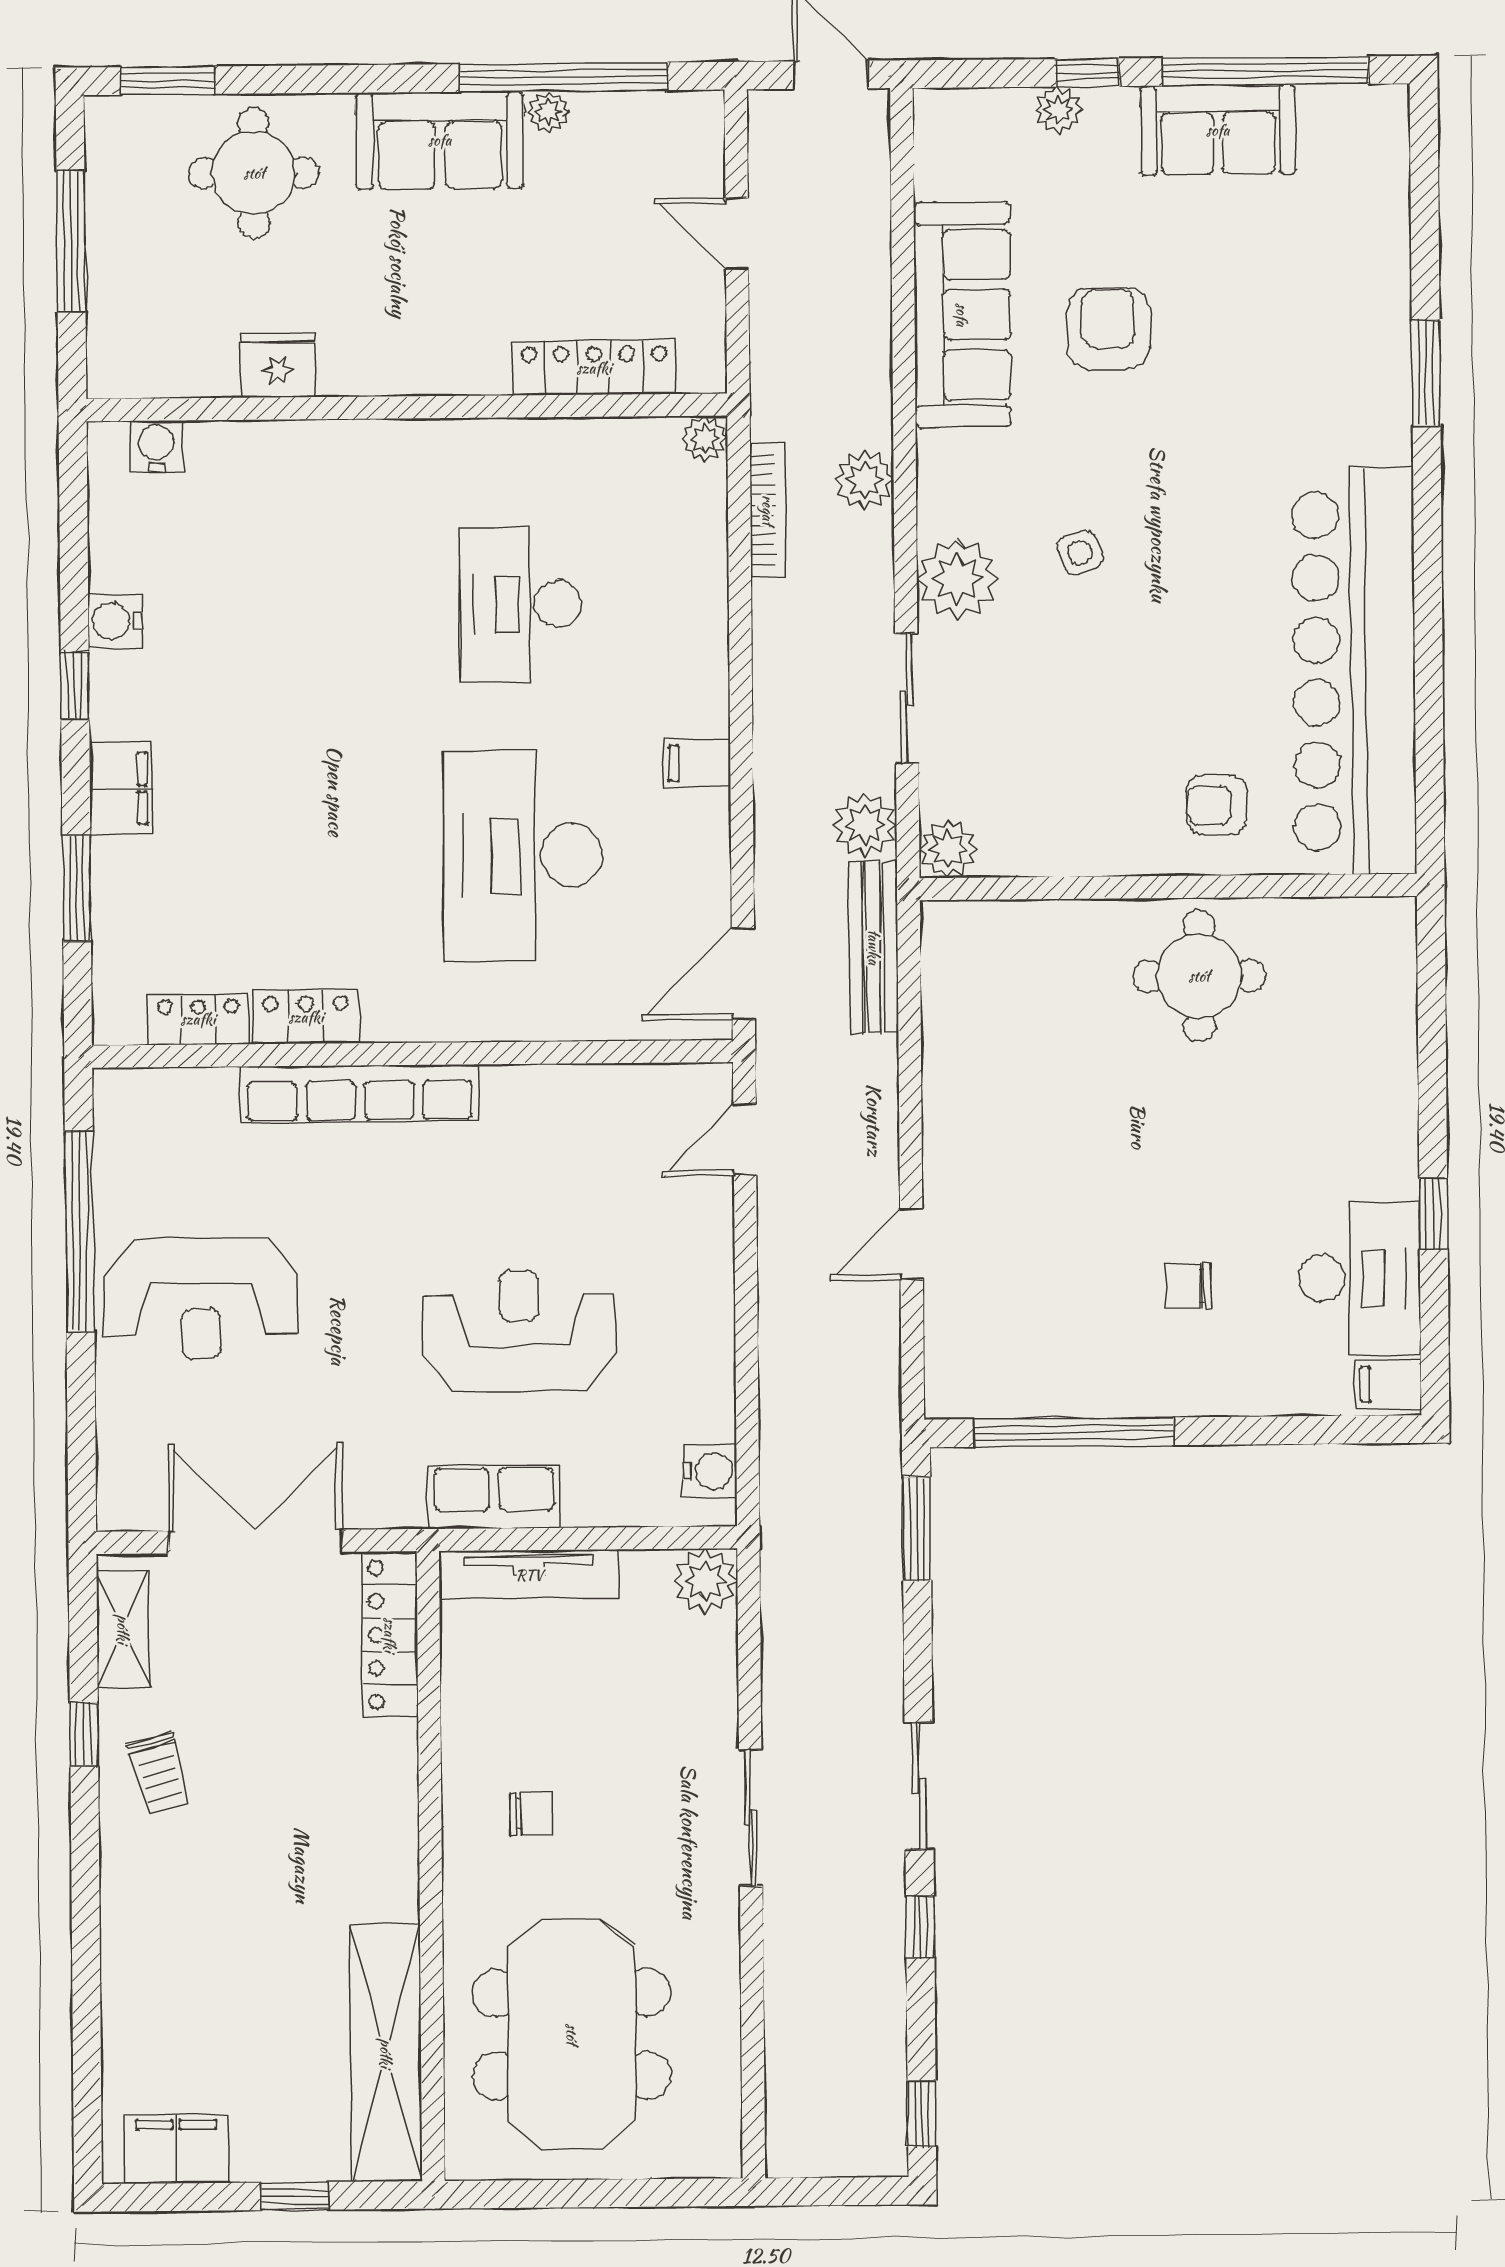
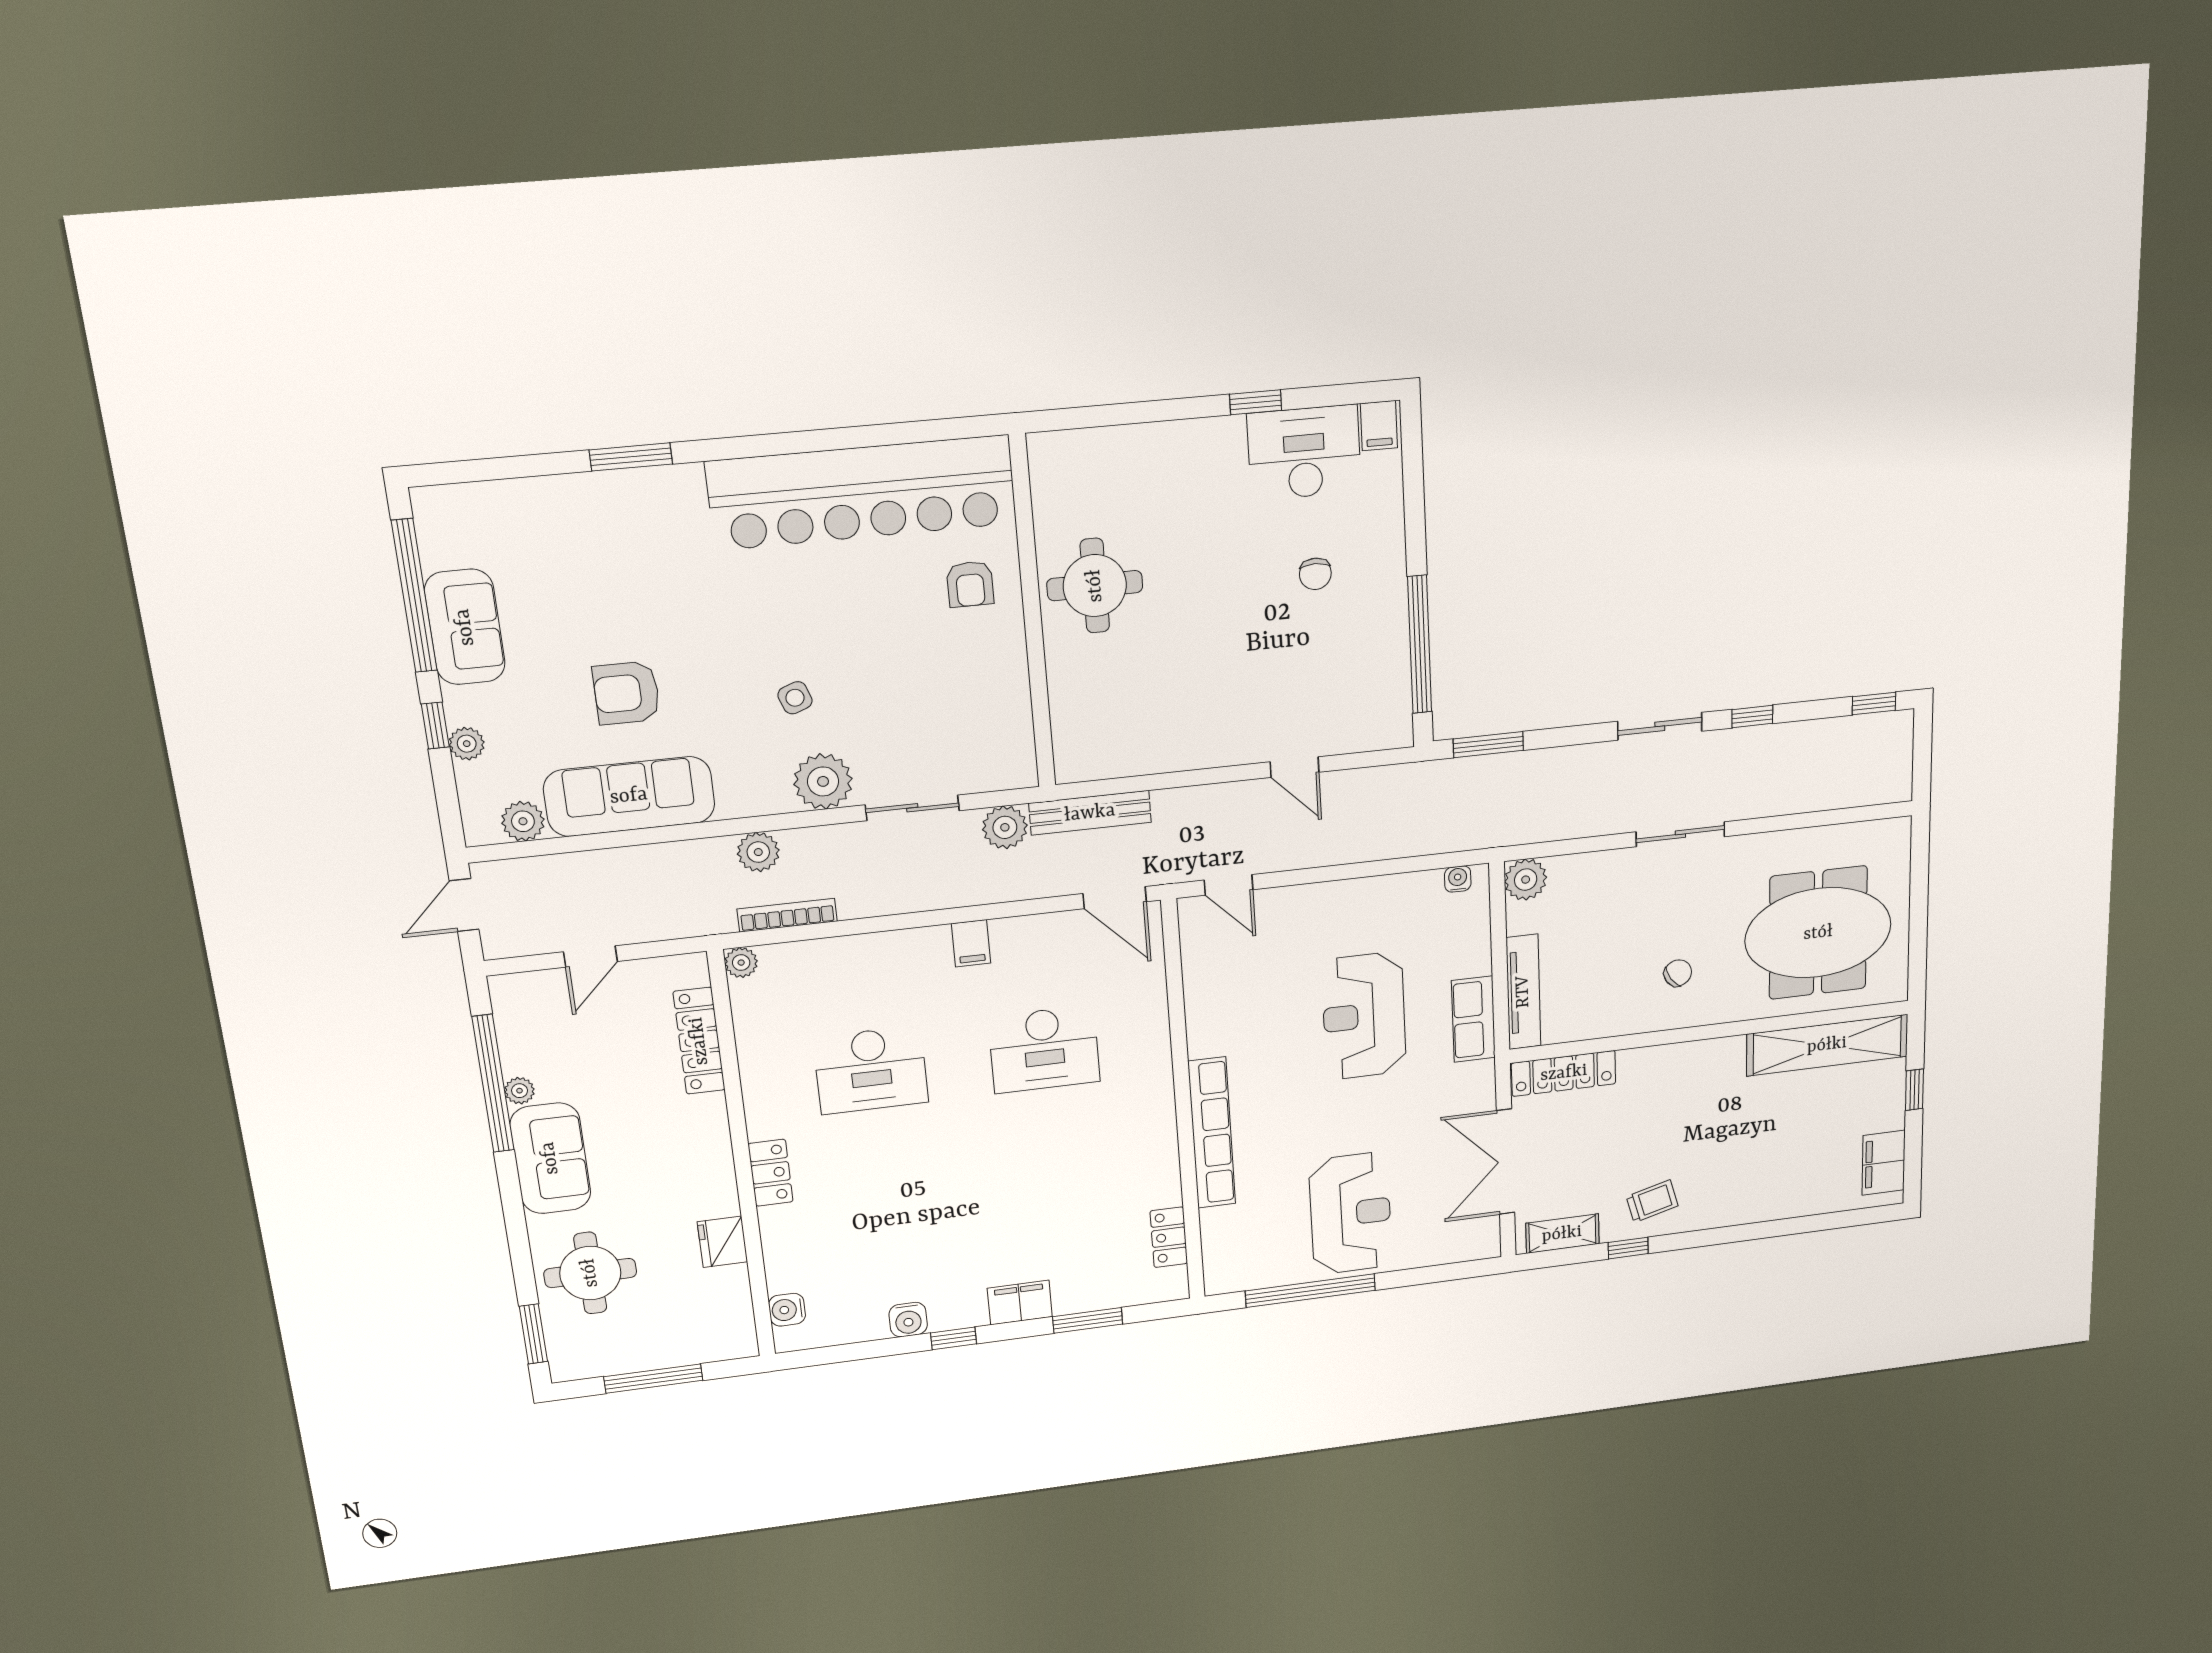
plant: (948, 849) -> (523, 821), moved
desk: (523, 855) -> (1044, 1049), width x0.73, depth x0.77
locker: (306, 1017) -> (771, 1173), moved, turned 180
water cooler: (710, 1471) -> (1458, 879), width x0.72, depth x0.72
chair: (532, 1814) -> (1678, 973), turned 55

